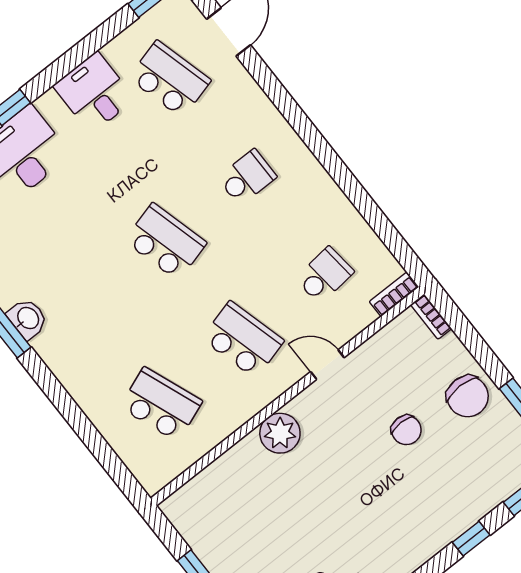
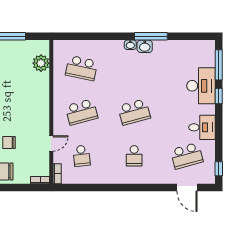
washbasin: (46, 348) -> (130, 45), added
door: (327, 365) -> (51, 143), moved
school desk: (161, 404) -> (82, 68), turned 33
plant: (280, 433) -> (41, 63), moved

